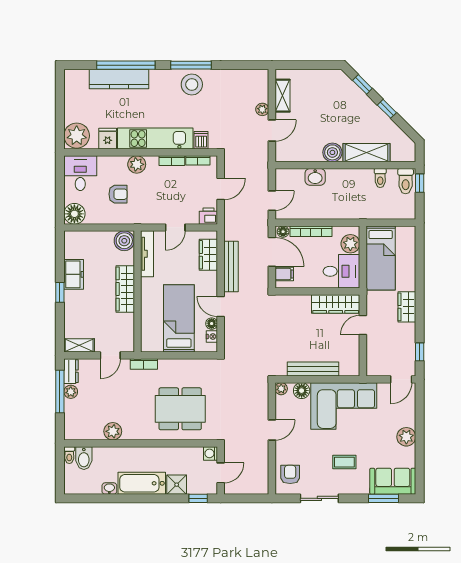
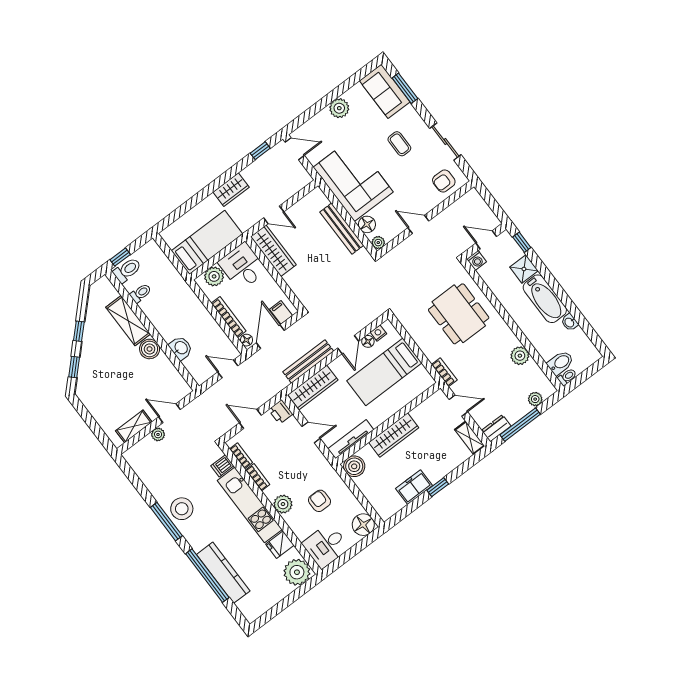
wardrobe: (208, 255) -> (313, 387), width x1.50
plant: (71, 392) -> (535, 399), moved

